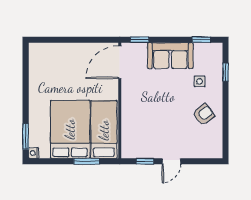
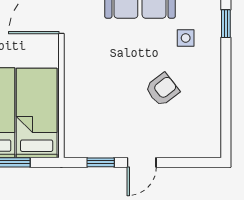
armchair: (204, 114) -> (162, 90), moved

